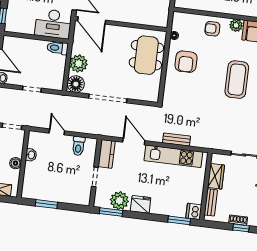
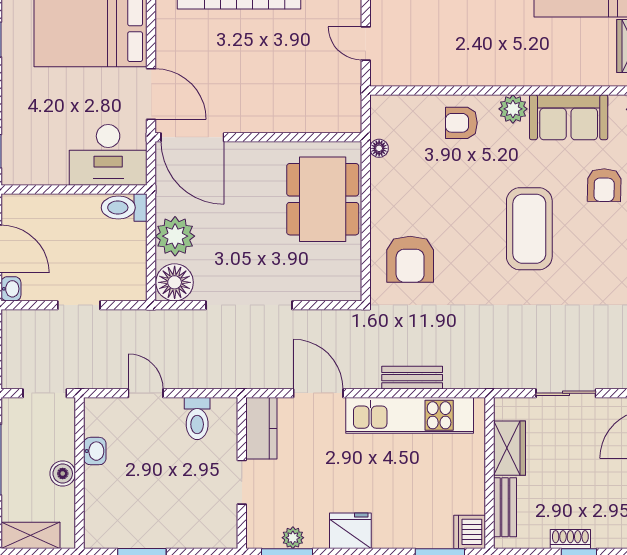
armchair: (186, 62) -> (410, 259), moved
plant: (119, 201) -> (293, 538), width x0.53, depth x0.53

